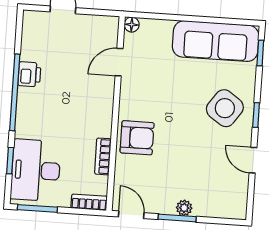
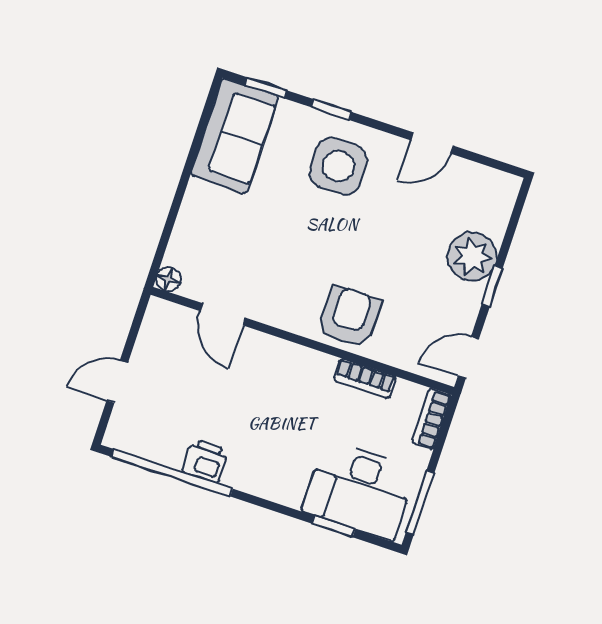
sofa: (216, 41) -> (235, 136), width x0.73
window: (15, 92) -> (172, 473), moved
side table: (225, 108) -> (338, 166), turned -35
window: (256, 115) -> (331, 109), moved
plant: (184, 208) -> (472, 257), width x1.88, depth x1.88
window: (177, 218) -> (492, 286), width x0.67

